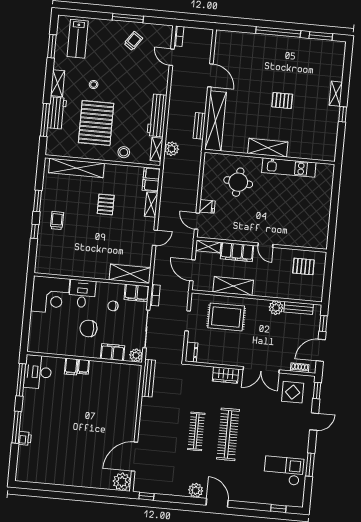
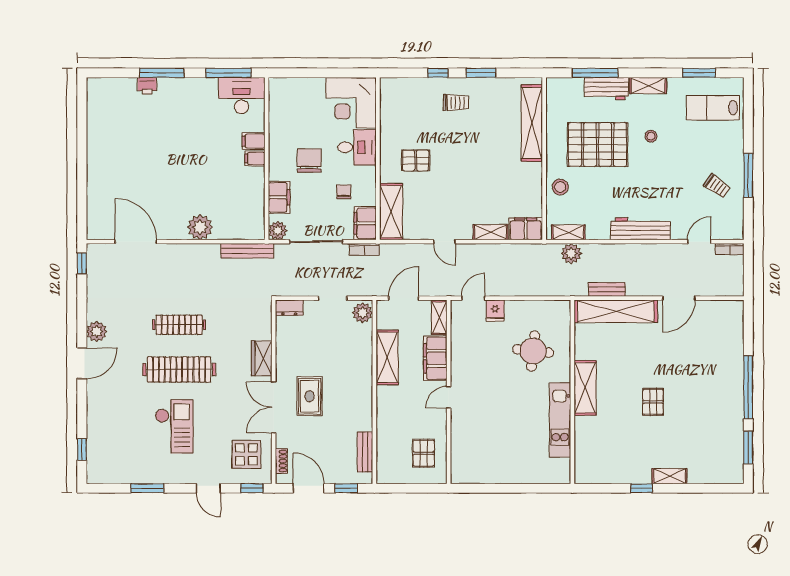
workbench: (157, 115) -> (640, 229), moved
pallet: (106, 204) -> (416, 160), moved
plant: (276, 308) -> (363, 313), moved
rug: (226, 317) -> (310, 396), moved, width x0.73, depth x0.70
checkout: (284, 471) -> (174, 426), moved
plant: (122, 482) -> (200, 227), moved

